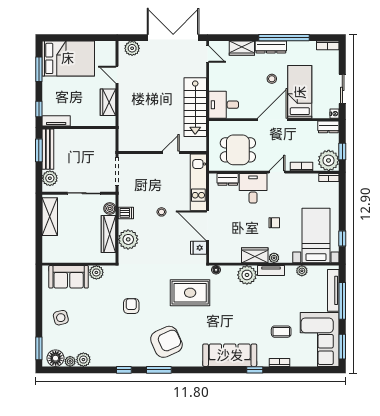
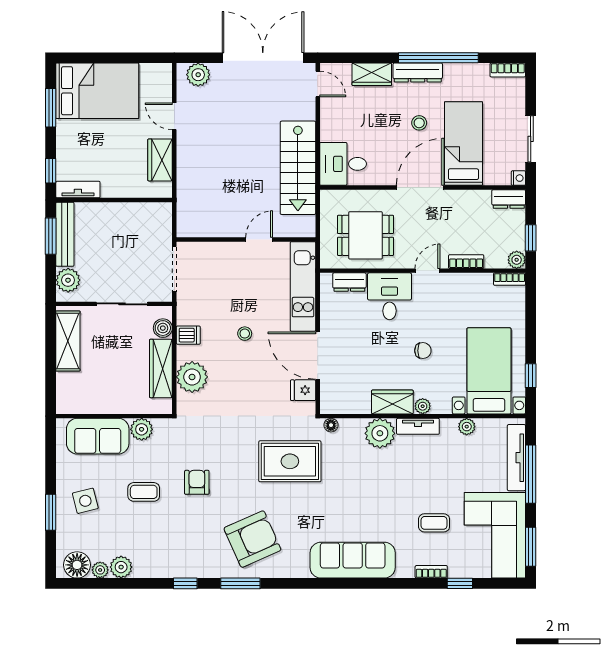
plant: (329, 160) -> (517, 260), width x0.53, depth x0.53
coffee table: (98, 312) -> (144, 492), added
window: (39, 348) -> (51, 512), moved
window: (255, 370) -> (460, 583), moved

